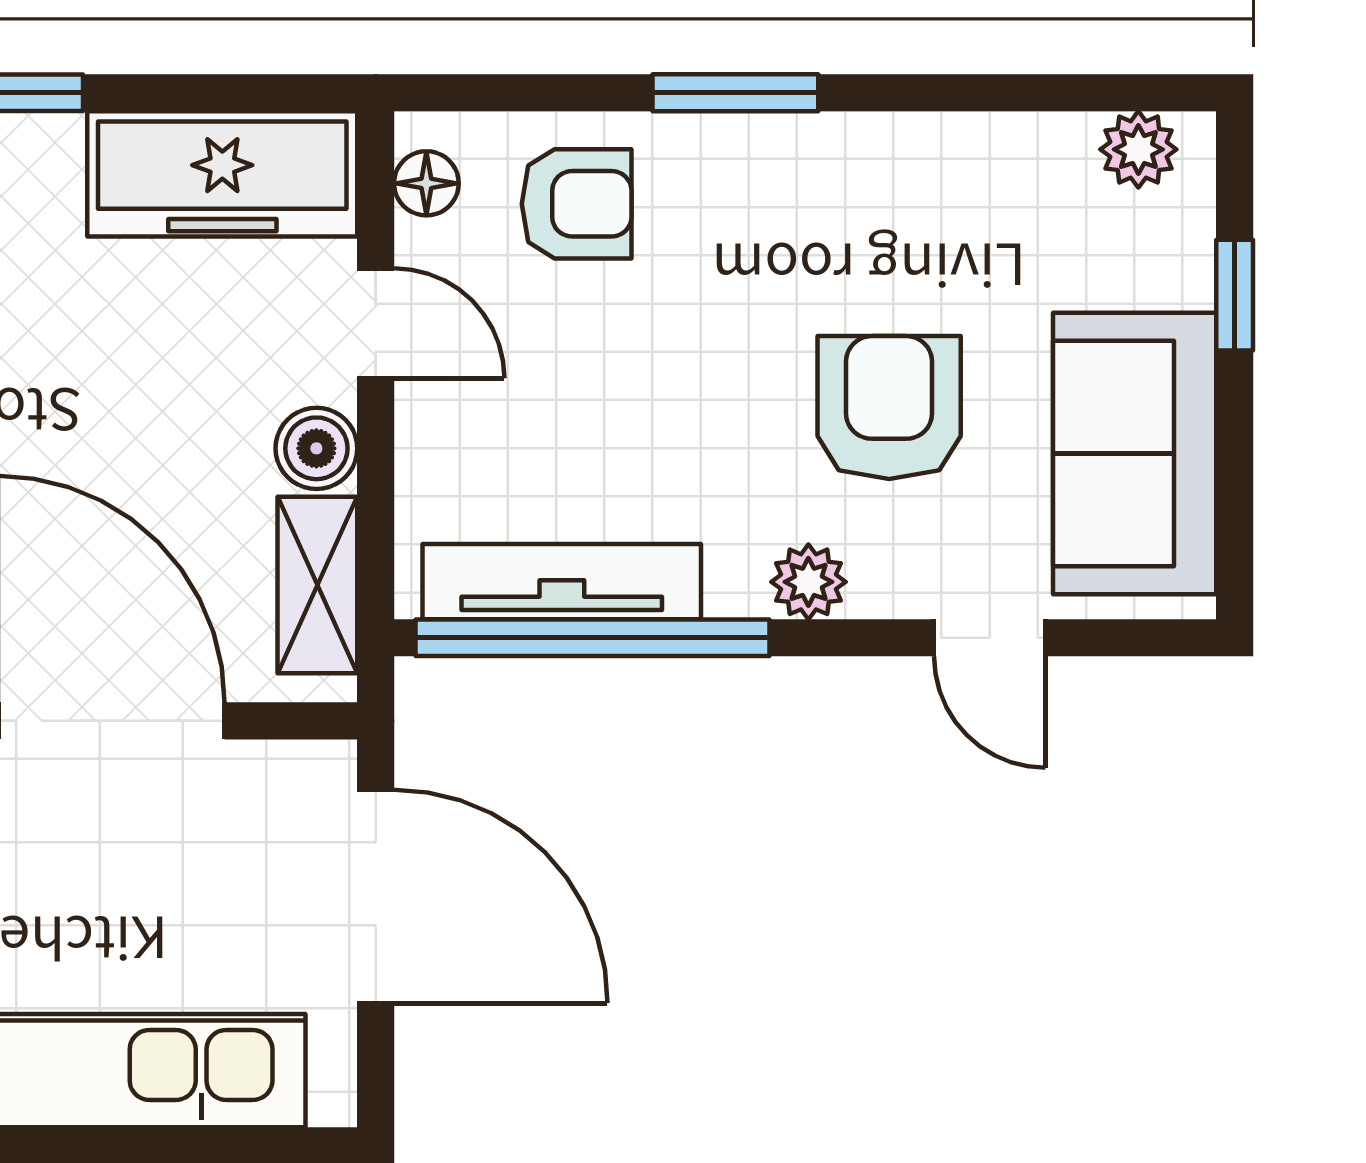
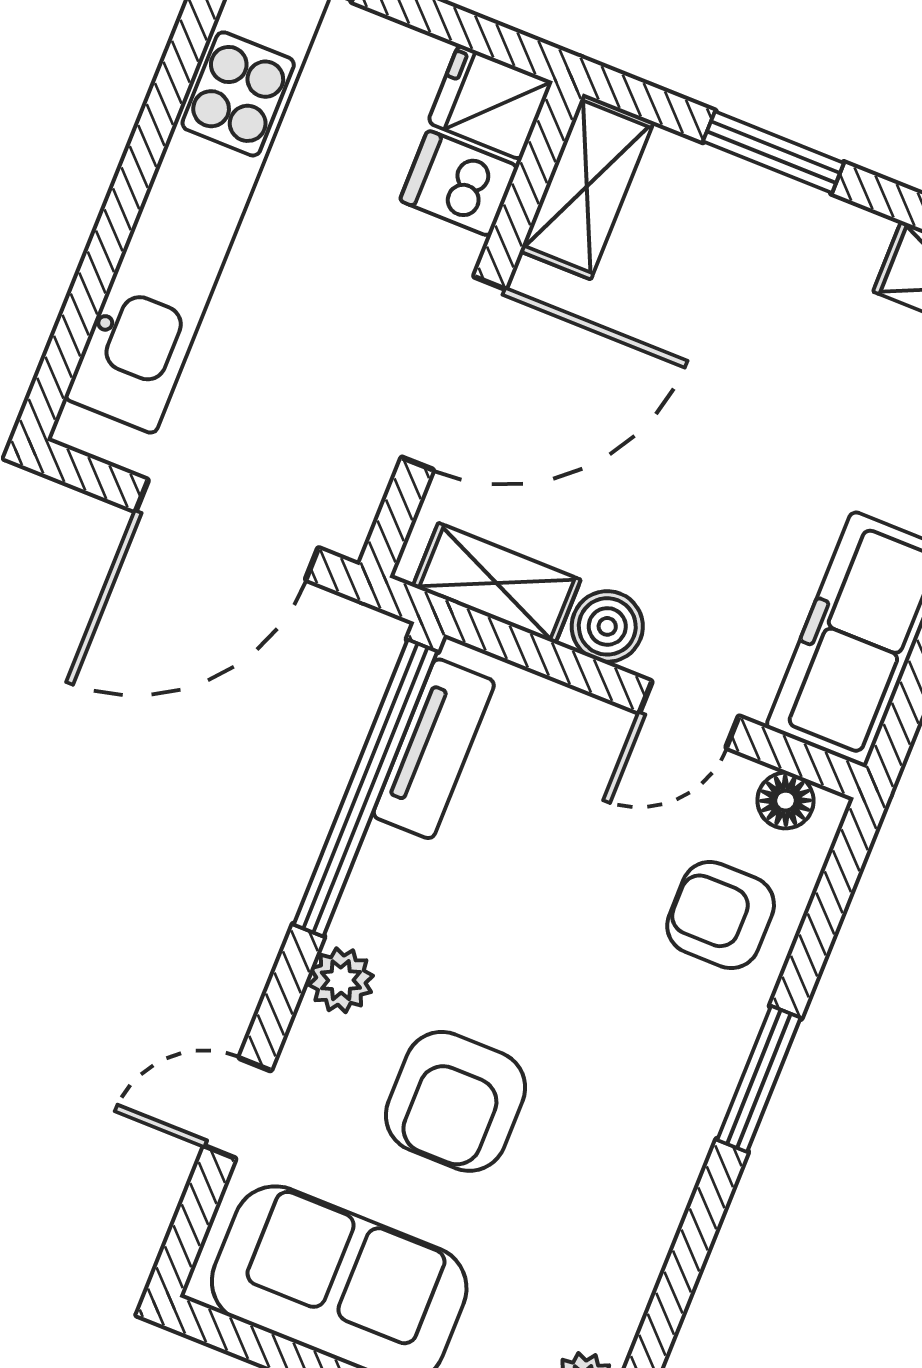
armchair: (577, 204) -> (721, 915), turned 90
armchair: (889, 407) -> (455, 1101), turned 90
tv unit: (562, 582) -> (434, 749), width x0.71

